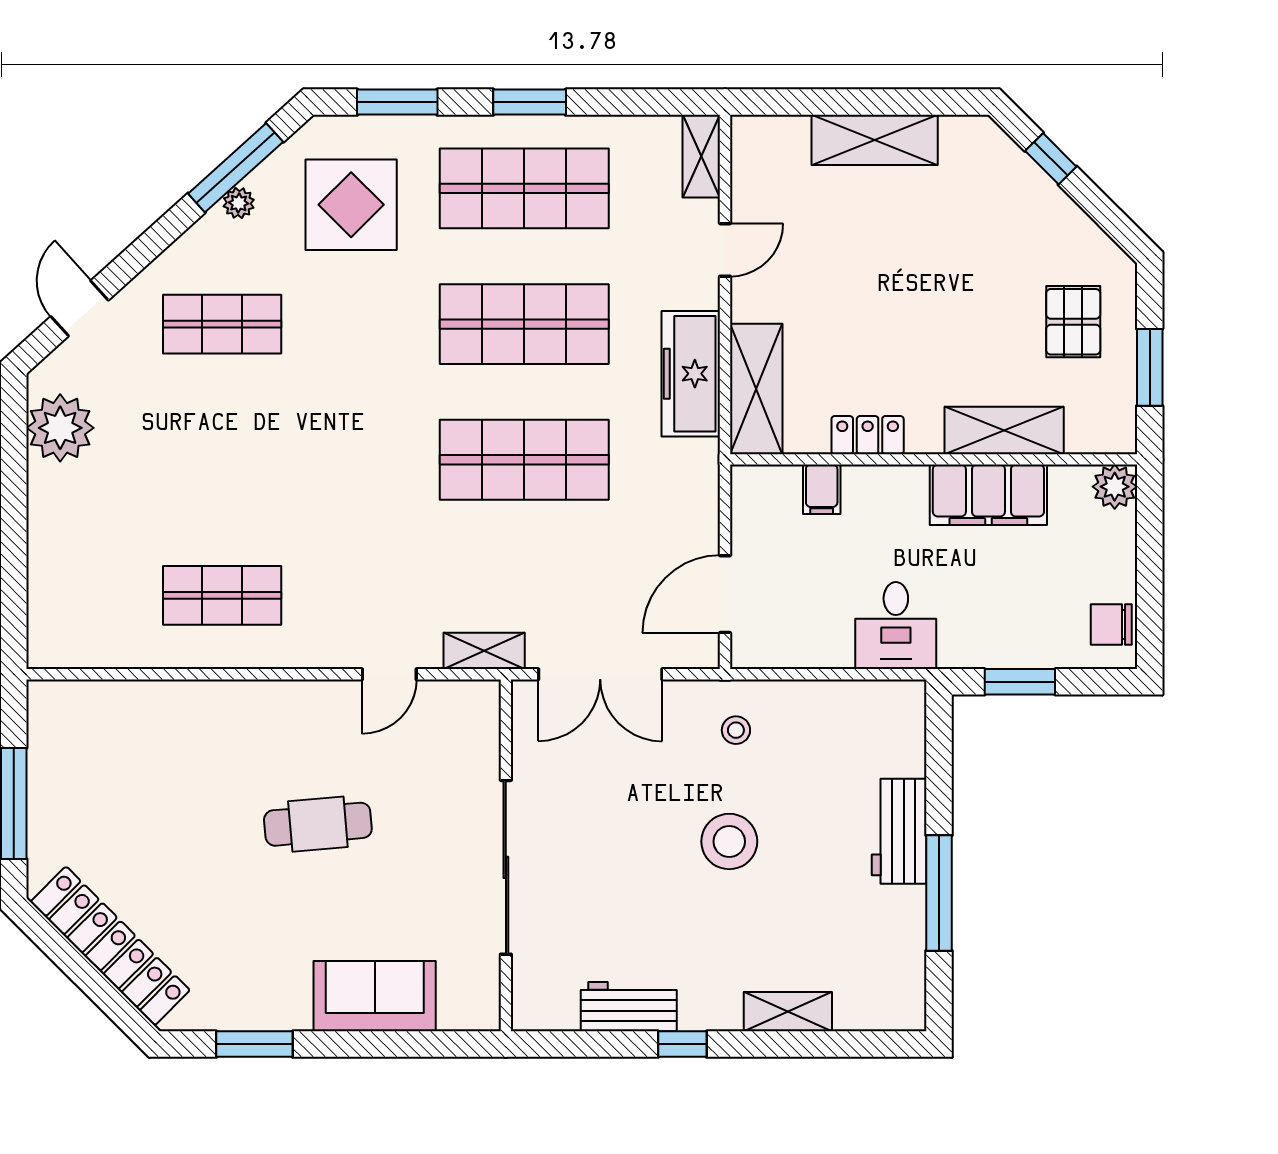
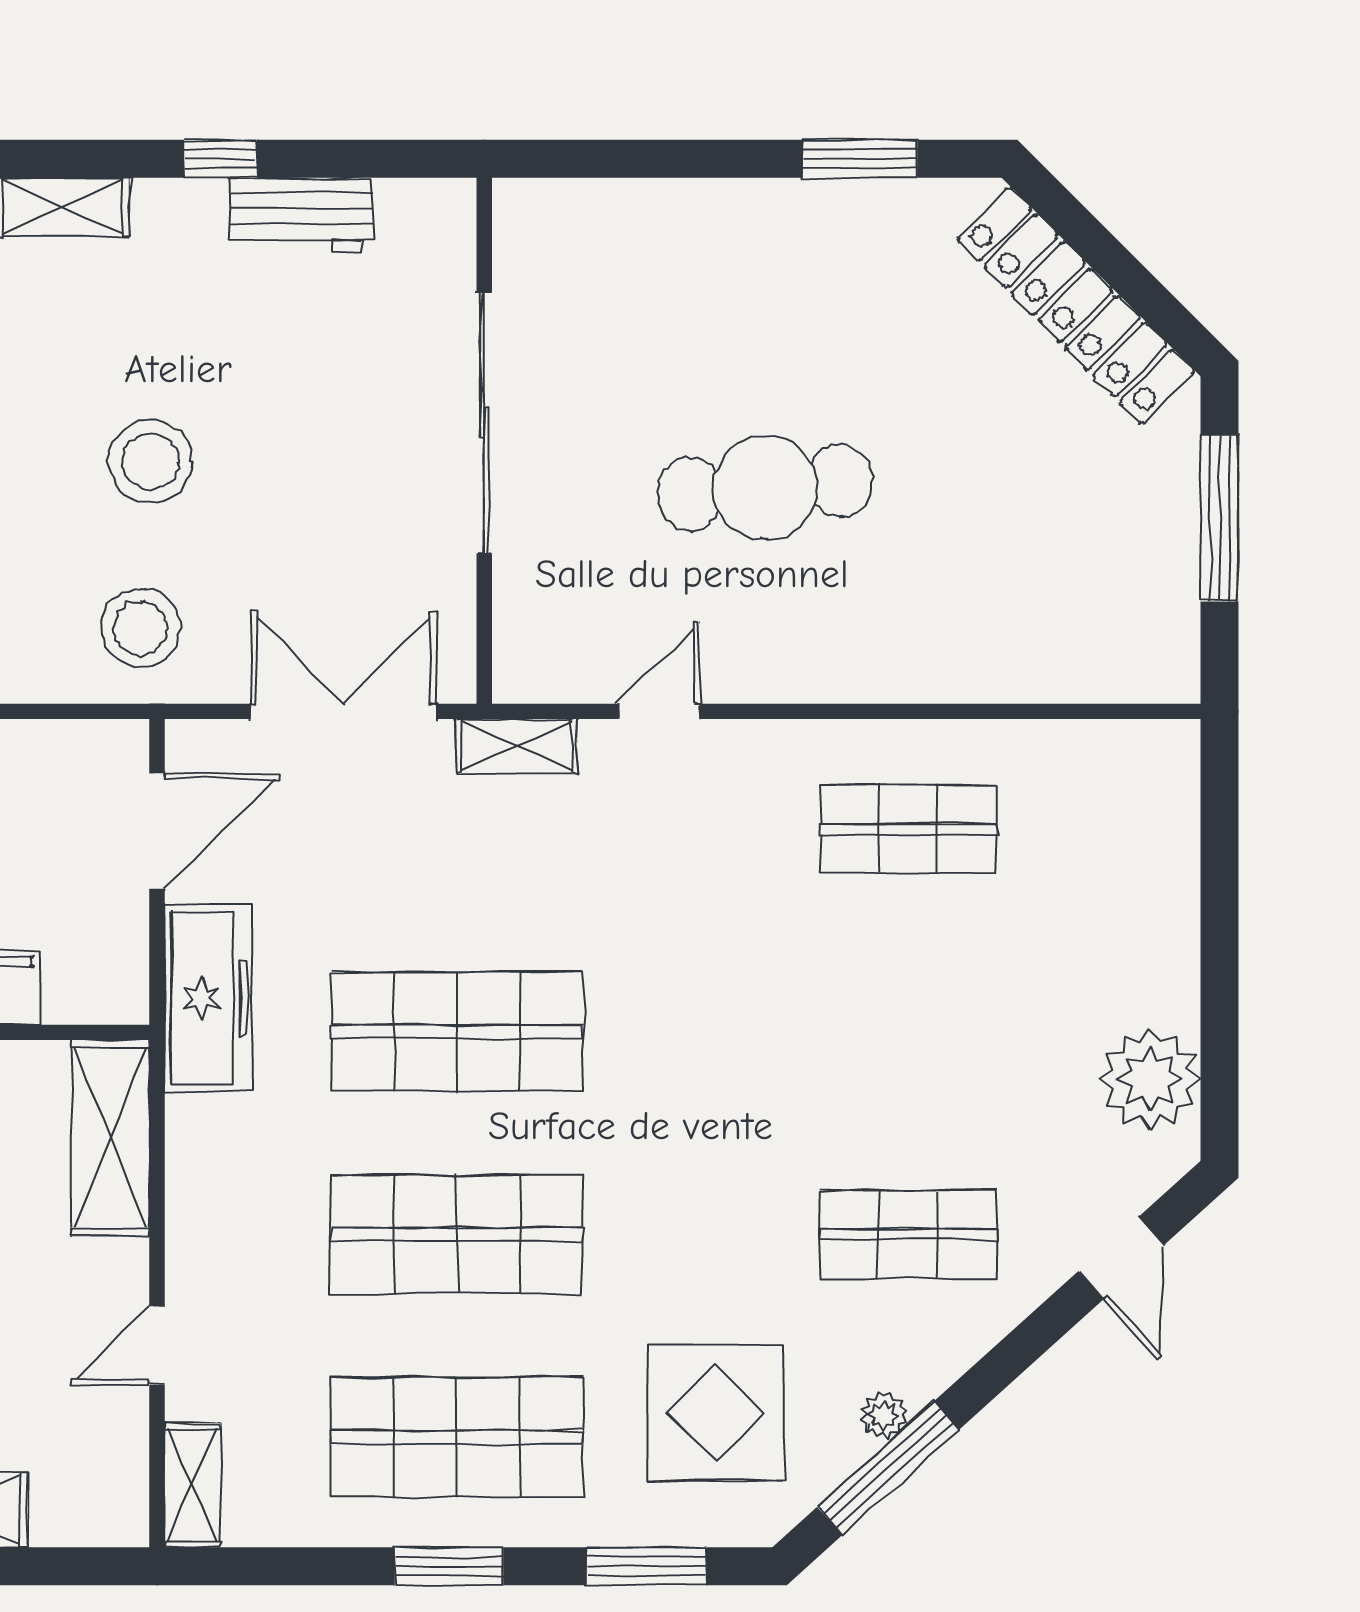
freezer: (691, 374) -> (208, 998), moved
stool: (736, 730) -> (141, 628), width x1.89, depth x1.89
cafe table: (318, 824) -> (765, 487), width x1.37, depth x1.35
sofa: (375, 996) -> (680, 230), removed

